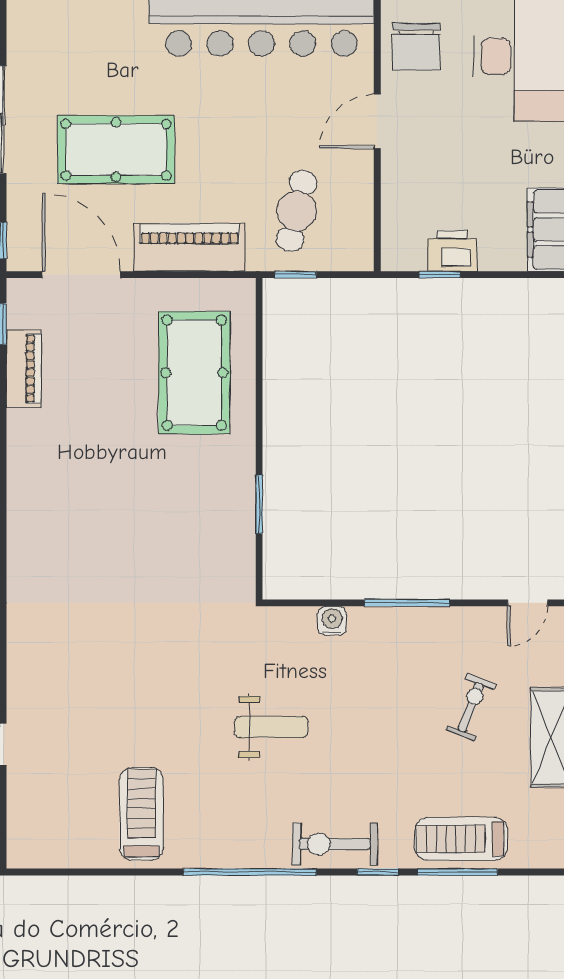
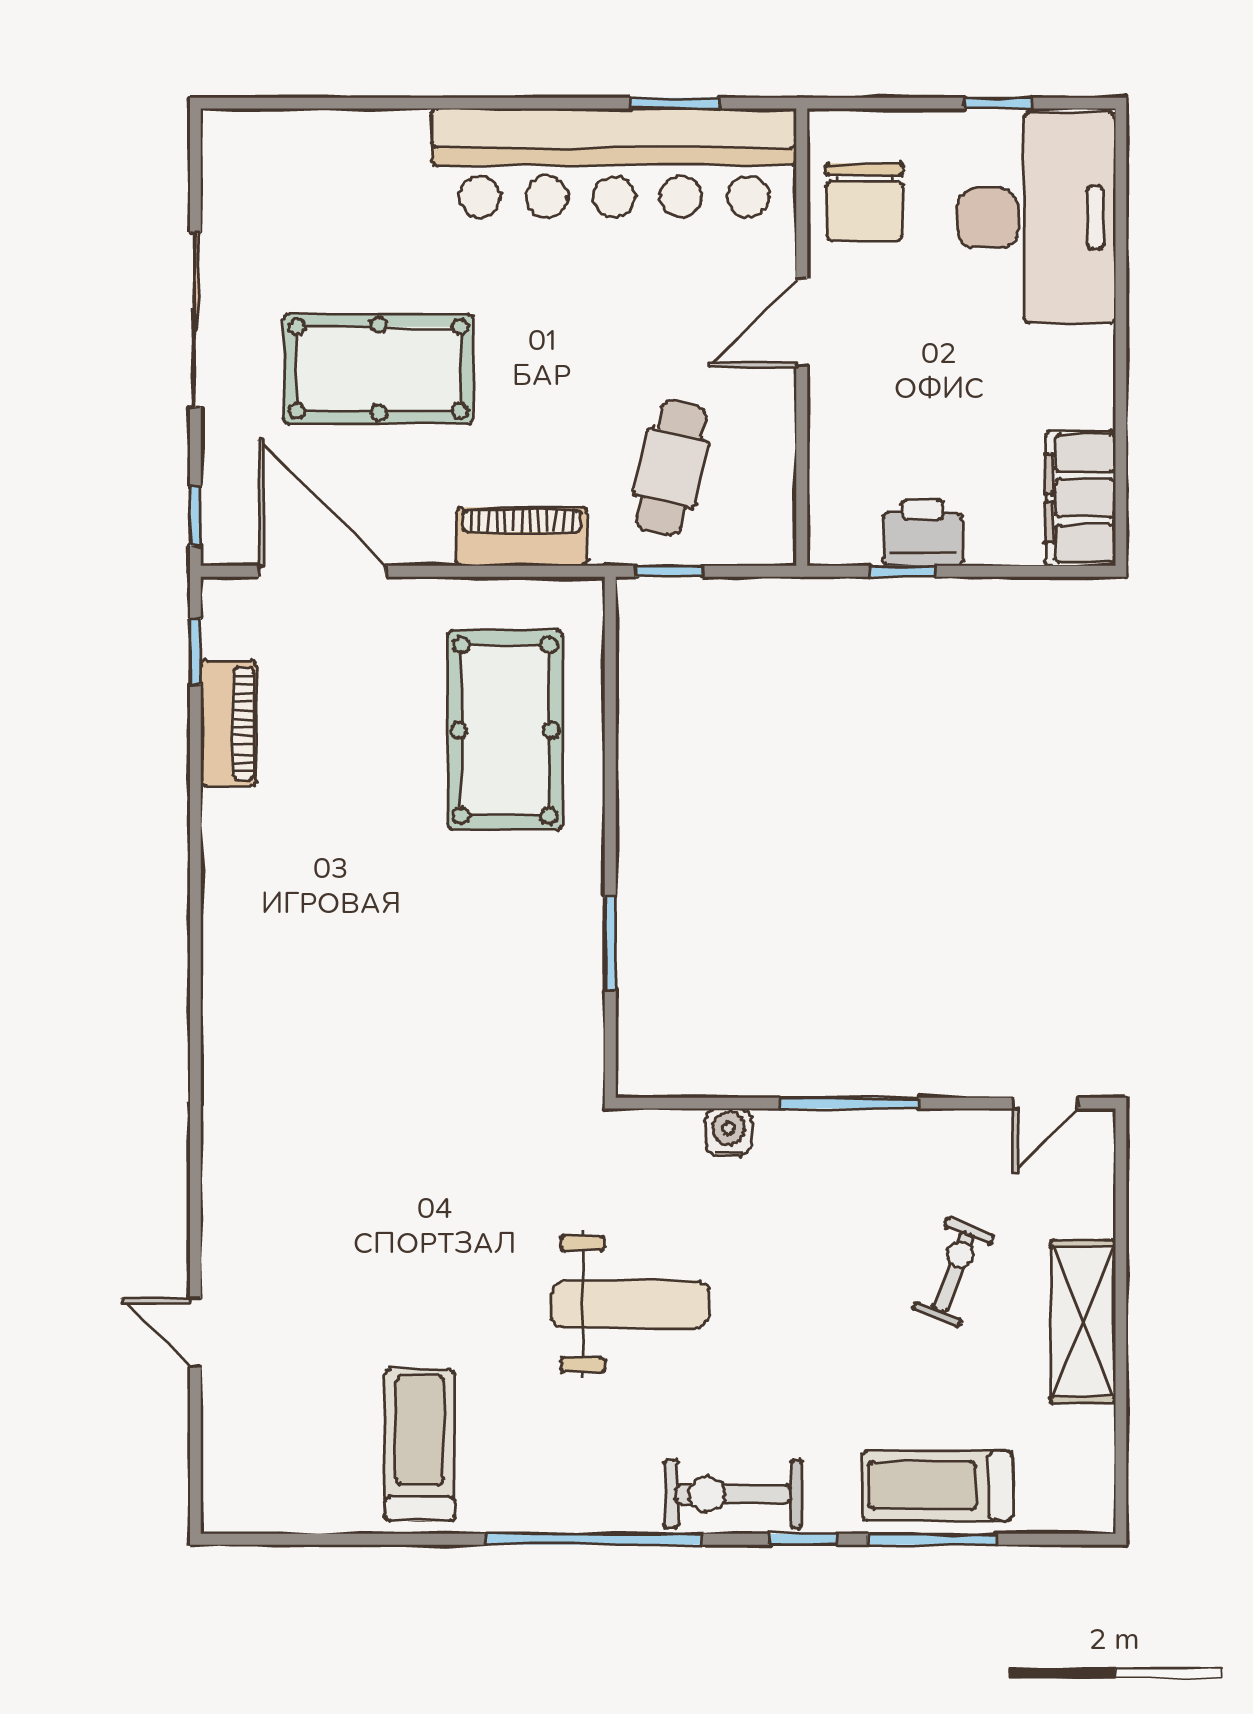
piano: (190, 247) -> (522, 537), width x0.73, depth x0.75
weight bench: (271, 727) -> (630, 1304), width x1.36, depth x1.33

